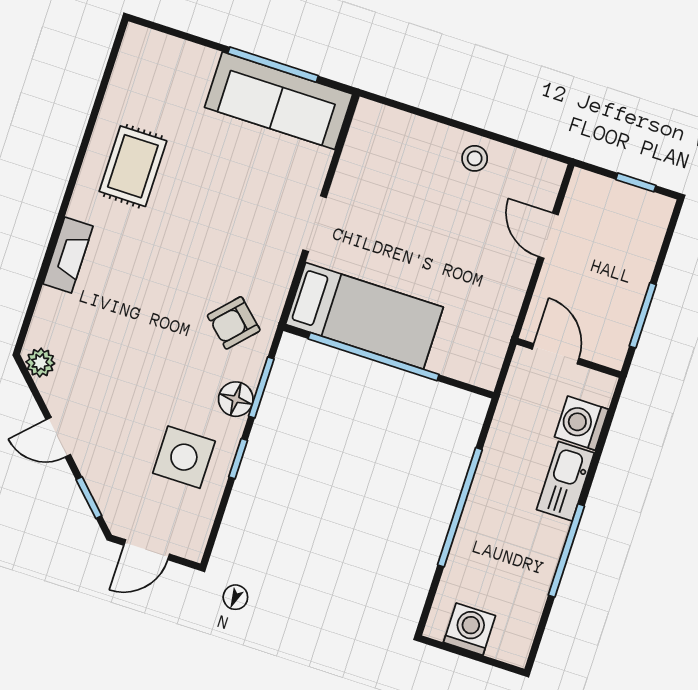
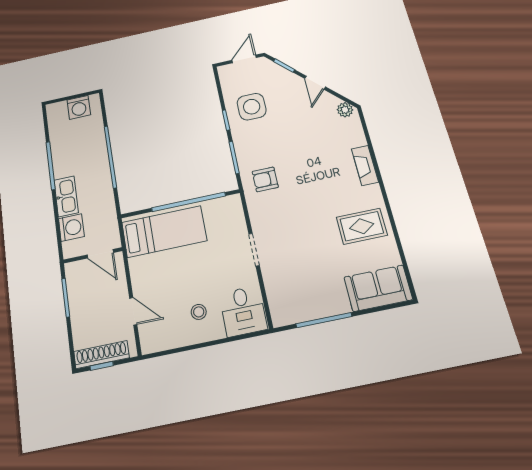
sofa: (279, 101) -> (378, 288), moved, width x0.73
desk: (383, 143) -> (243, 311), added
stool: (475, 158) -> (199, 312), moved
rug: (133, 166) -> (362, 226), turned 90
shoe rack: (628, 199) -> (102, 355), added
bed: (364, 316) -> (164, 232), moved, turned 180
armchair: (234, 323) -> (265, 179), turned -133
floor lamp: (236, 399) -> (243, 145), removed
door: (58, 437) -> (315, 83), swing flipped

